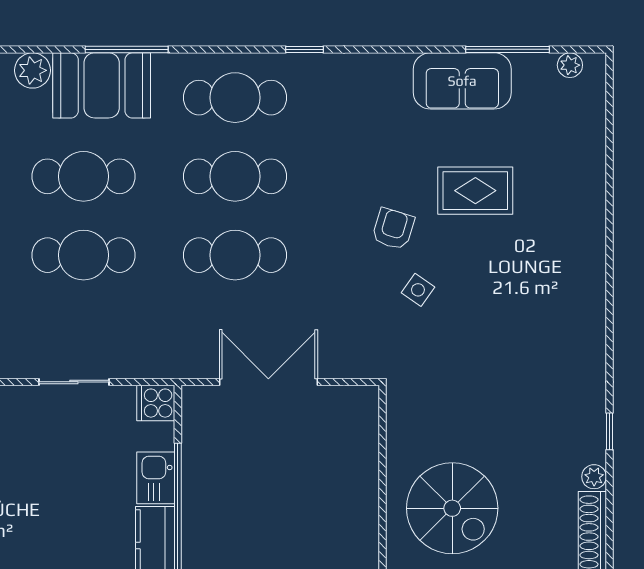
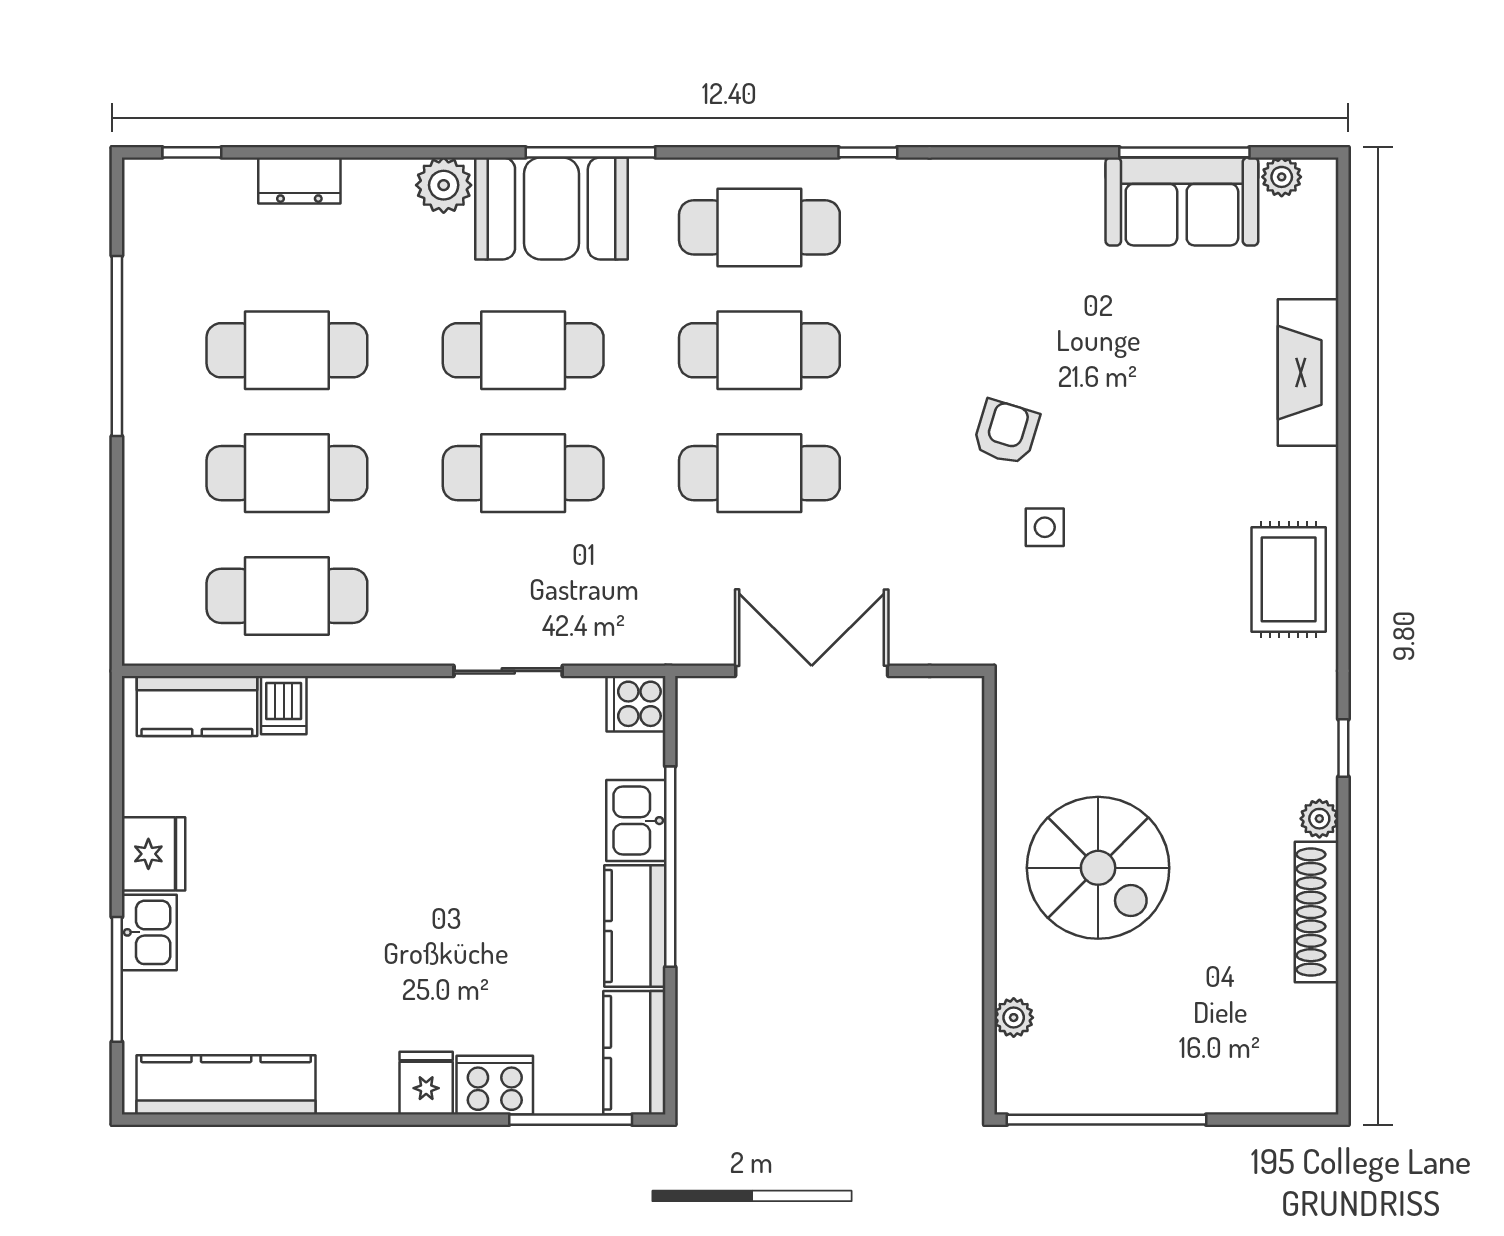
sofa: (462, 81) -> (1182, 202), moved
rug: (475, 191) -> (1289, 579), moved, turned 90
fireplace: (587, 191) -> (1308, 373), added
side table: (418, 290) -> (1045, 527), turned -35

